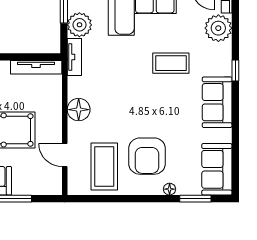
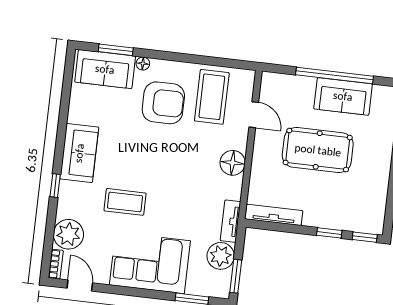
armchair: (147, 156) -> (163, 103), turned 90
sofa: (217, 169) -> (105, 69), moved, turned 90

